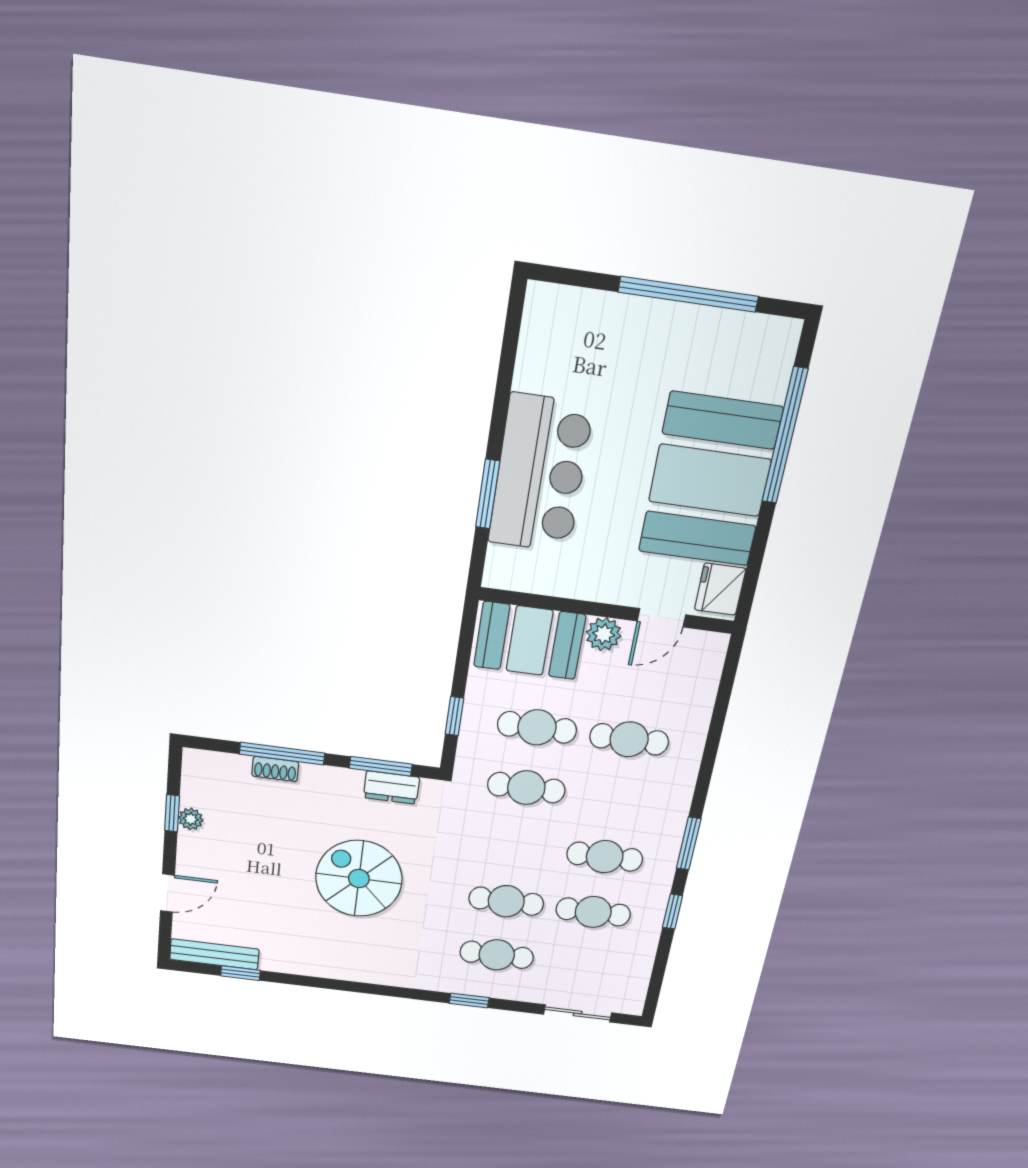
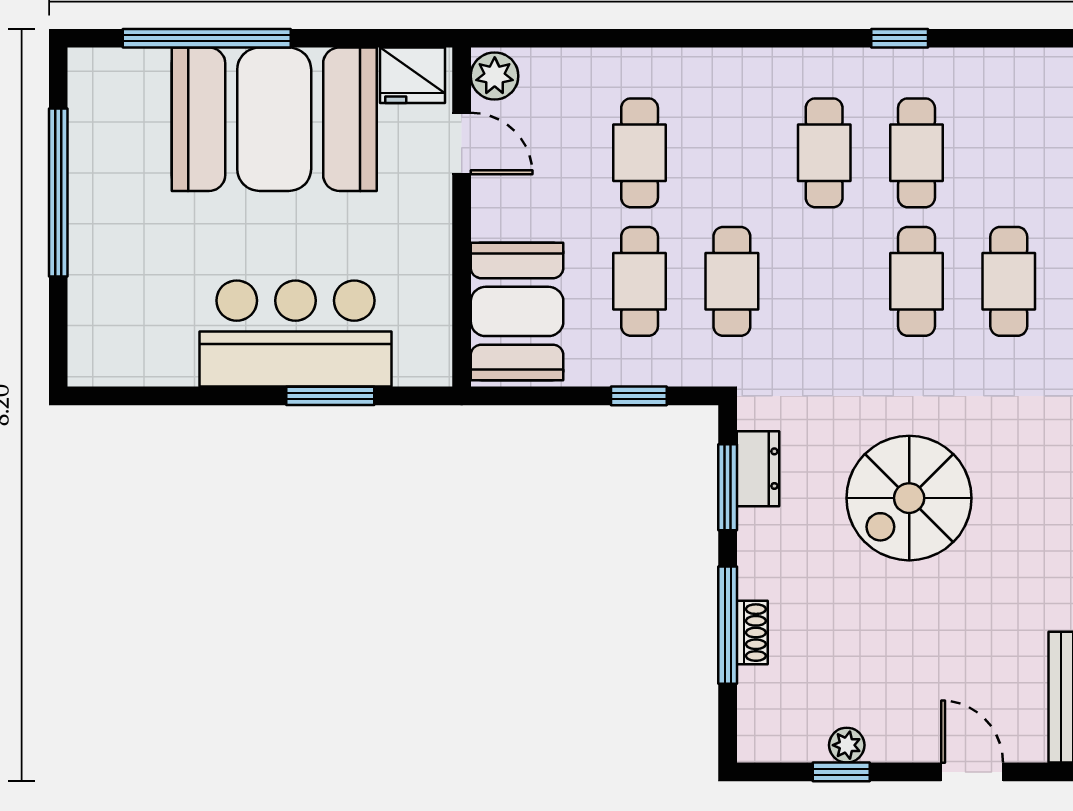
plant: (604, 634) -> (495, 76), moved
window: (689, 844) -> (787, 38), removed

